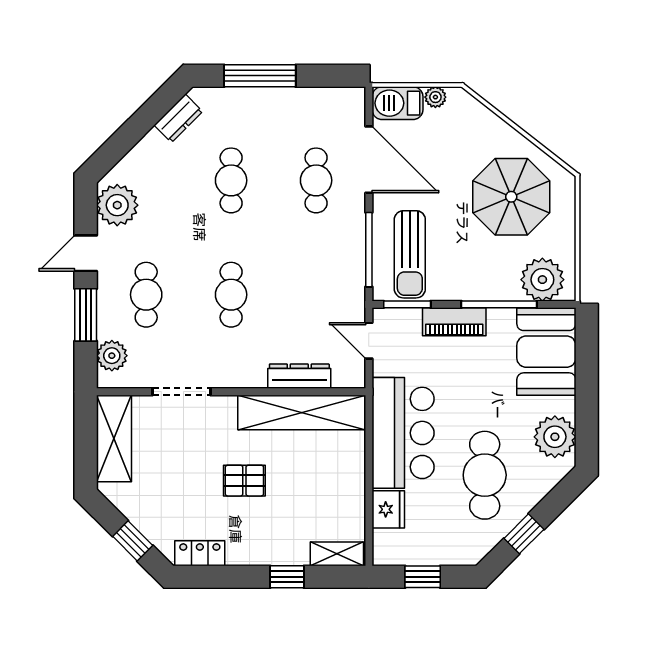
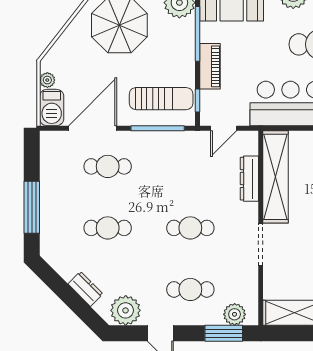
dresser: (178, 118) -> (85, 289), moved
window: (407, 304) -> (197, 101), width x0.67
window: (86, 315) -> (224, 333), moved
doorway: (181, 392) -> (261, 245), moved

